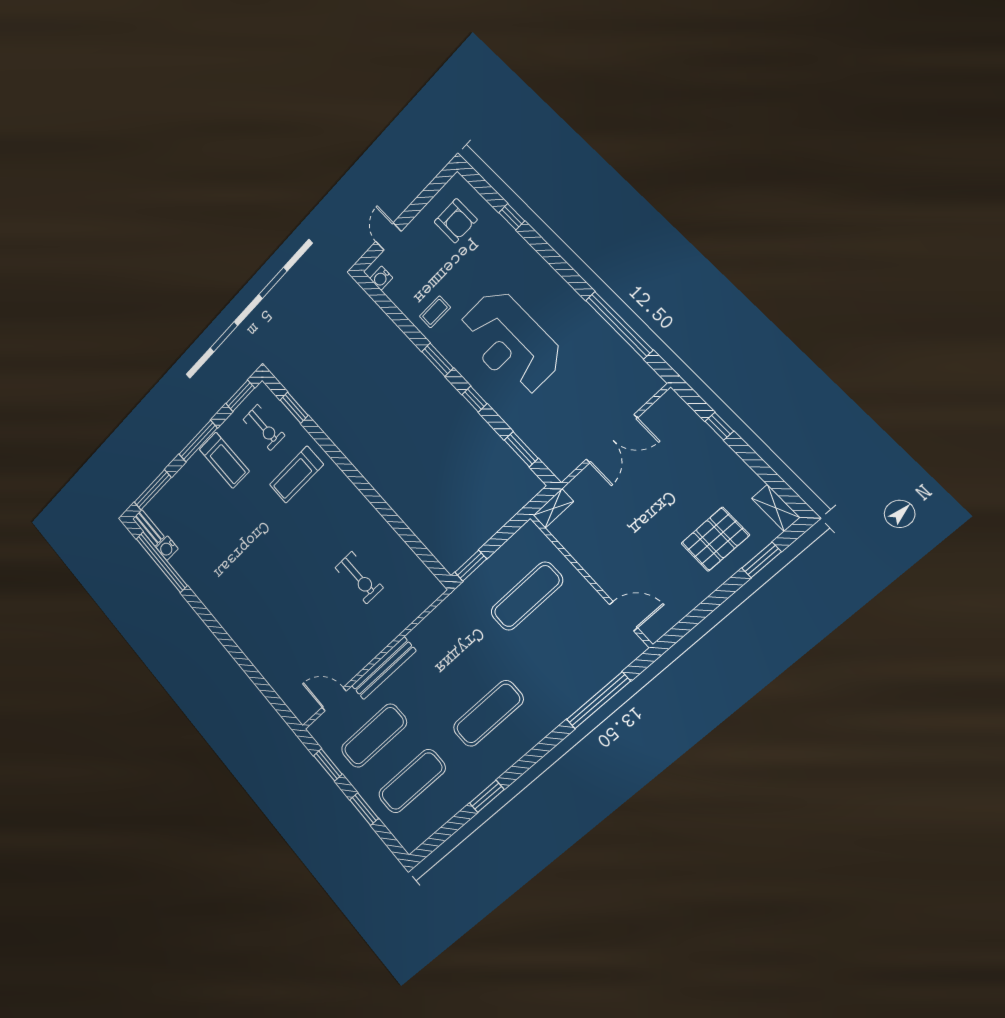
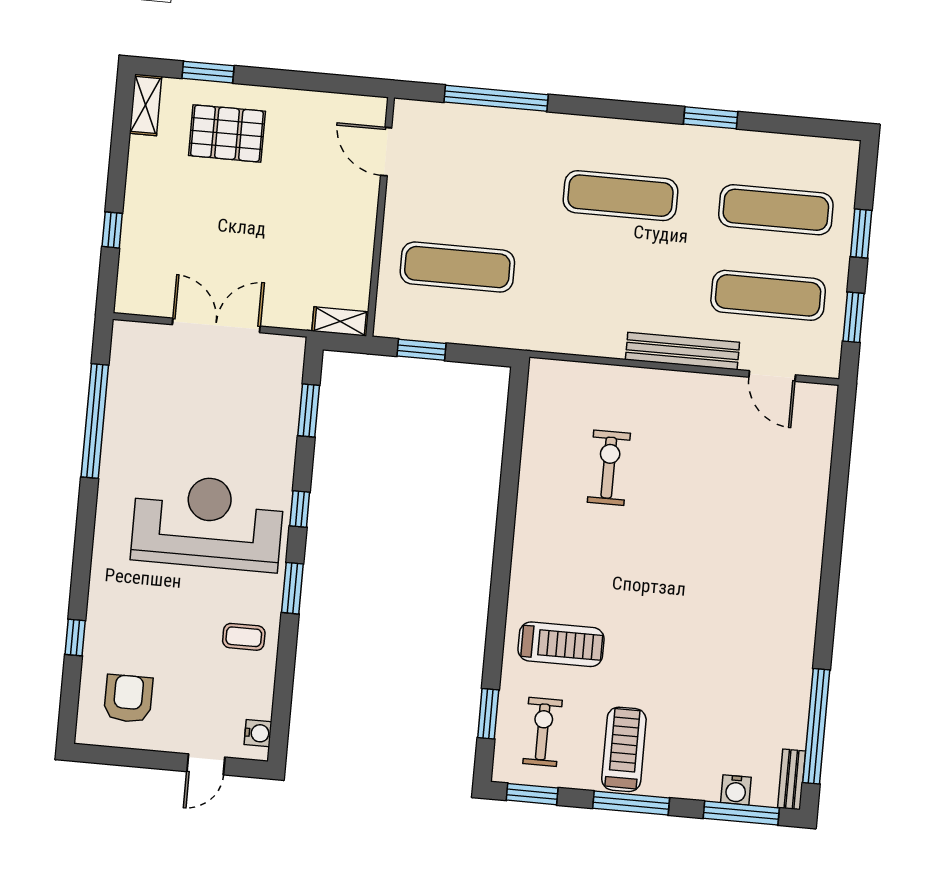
reception desk: (510, 343) -> (208, 522), turned -90
water cooler: (167, 548) -> (736, 790), moved, turned 90
window: (471, 566) -> (422, 350), moved

